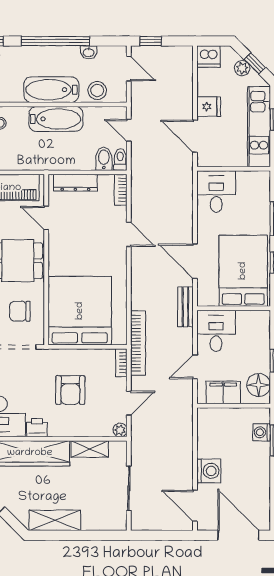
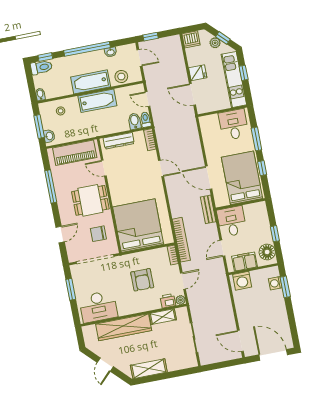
desk: (216, 191) -> (234, 125), moved
printer: (37, 428) -> (168, 301), moved
washing machine: (209, 471) -> (242, 281), moved, turned 90

